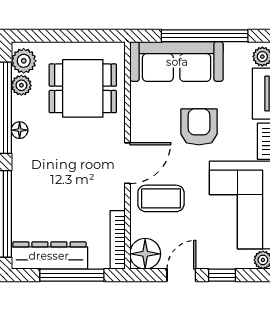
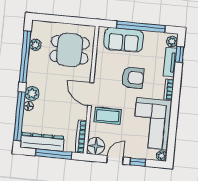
plant: (24, 61) -> (32, 93), moved
sofa: (177, 62) -> (124, 40), width x0.73
armchair: (199, 127) -> (133, 78), turned 90
floor lamp: (20, 130) -> (28, 106), moved
door: (127, 163) -> (91, 94), swing flipped

